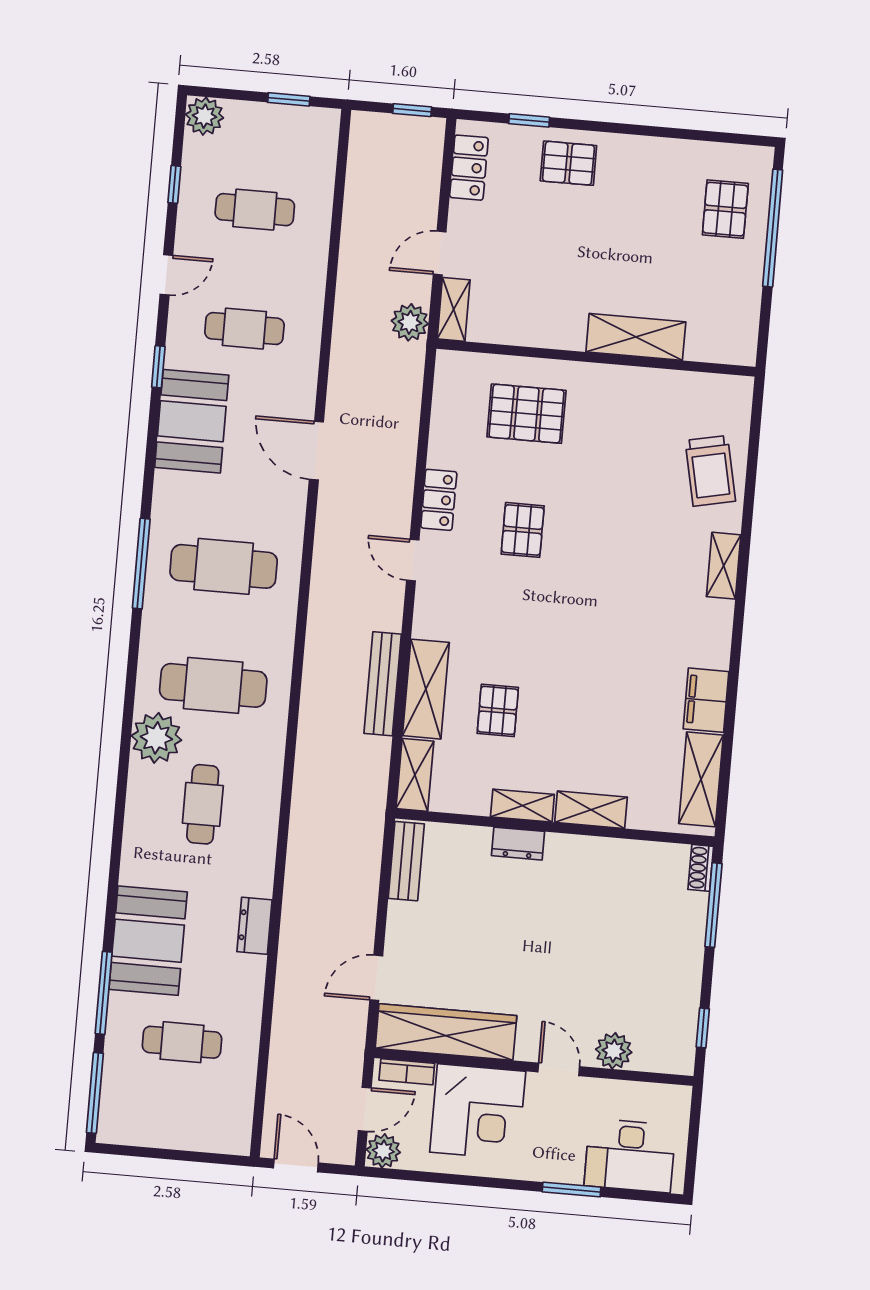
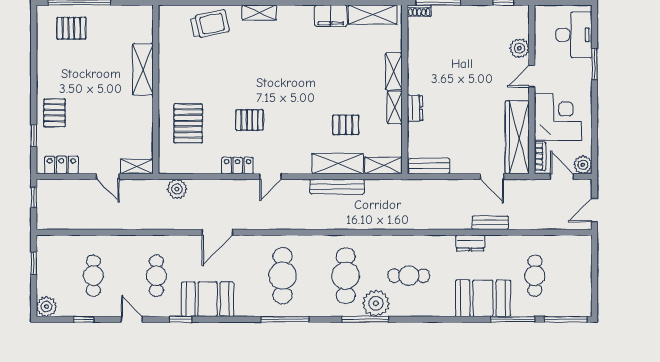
plant: (410, 322) -> (177, 189), moved
window: (128, 715) -> (365, 319), added
bench: (289, 967) -> (490, 223), added

